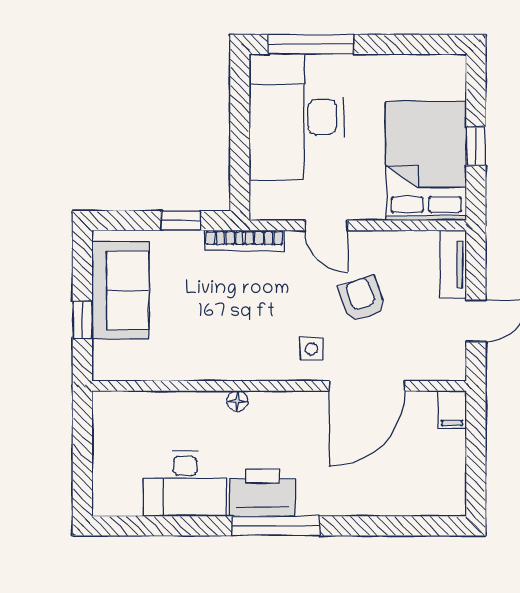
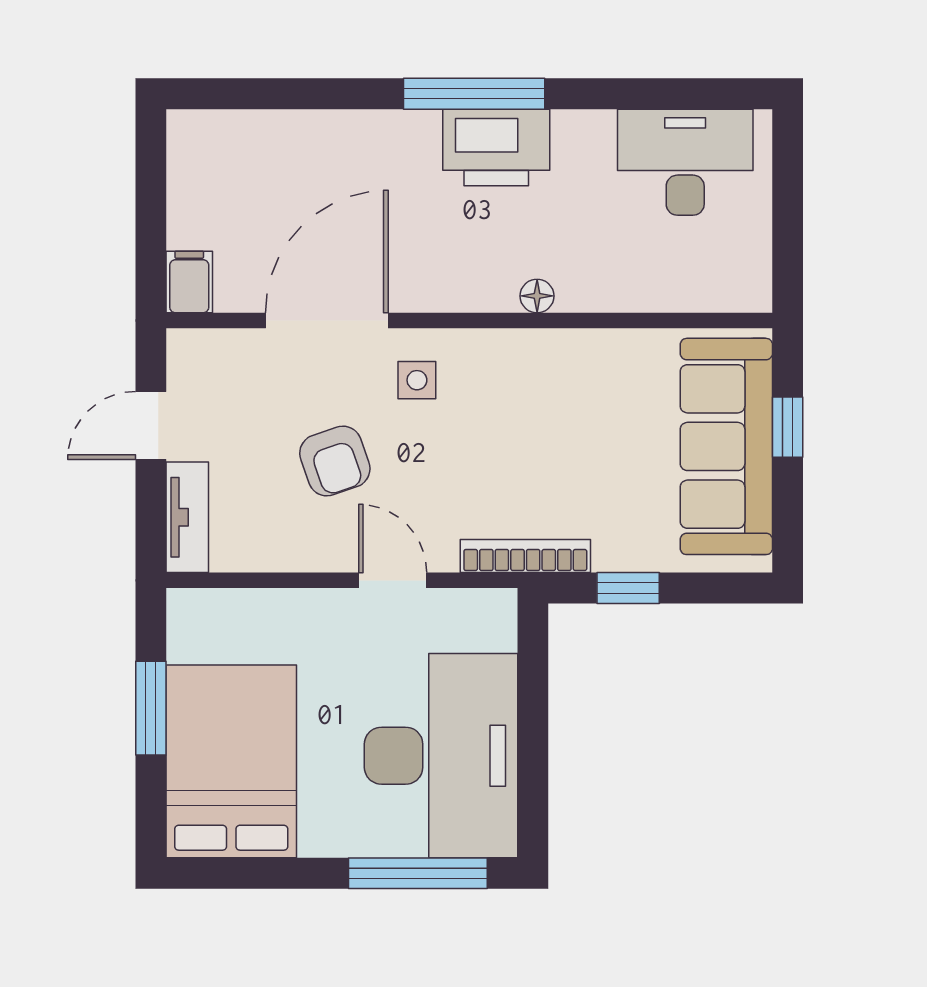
window: (476, 146) -> (151, 708), width x1.50
bed: (426, 161) -> (231, 761), moved, turned 180
sofa: (120, 290) -> (726, 446), width x1.36
desk: (185, 484) -> (685, 162), moved

